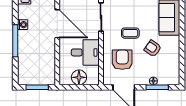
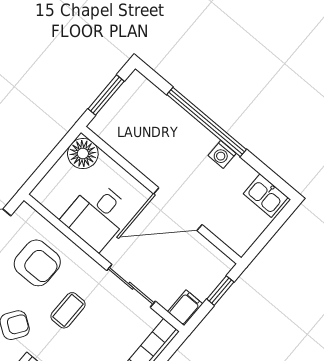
window: (15, 41) -> (207, 122), width x1.46
floor lamp: (79, 77) -> (83, 154), moved

